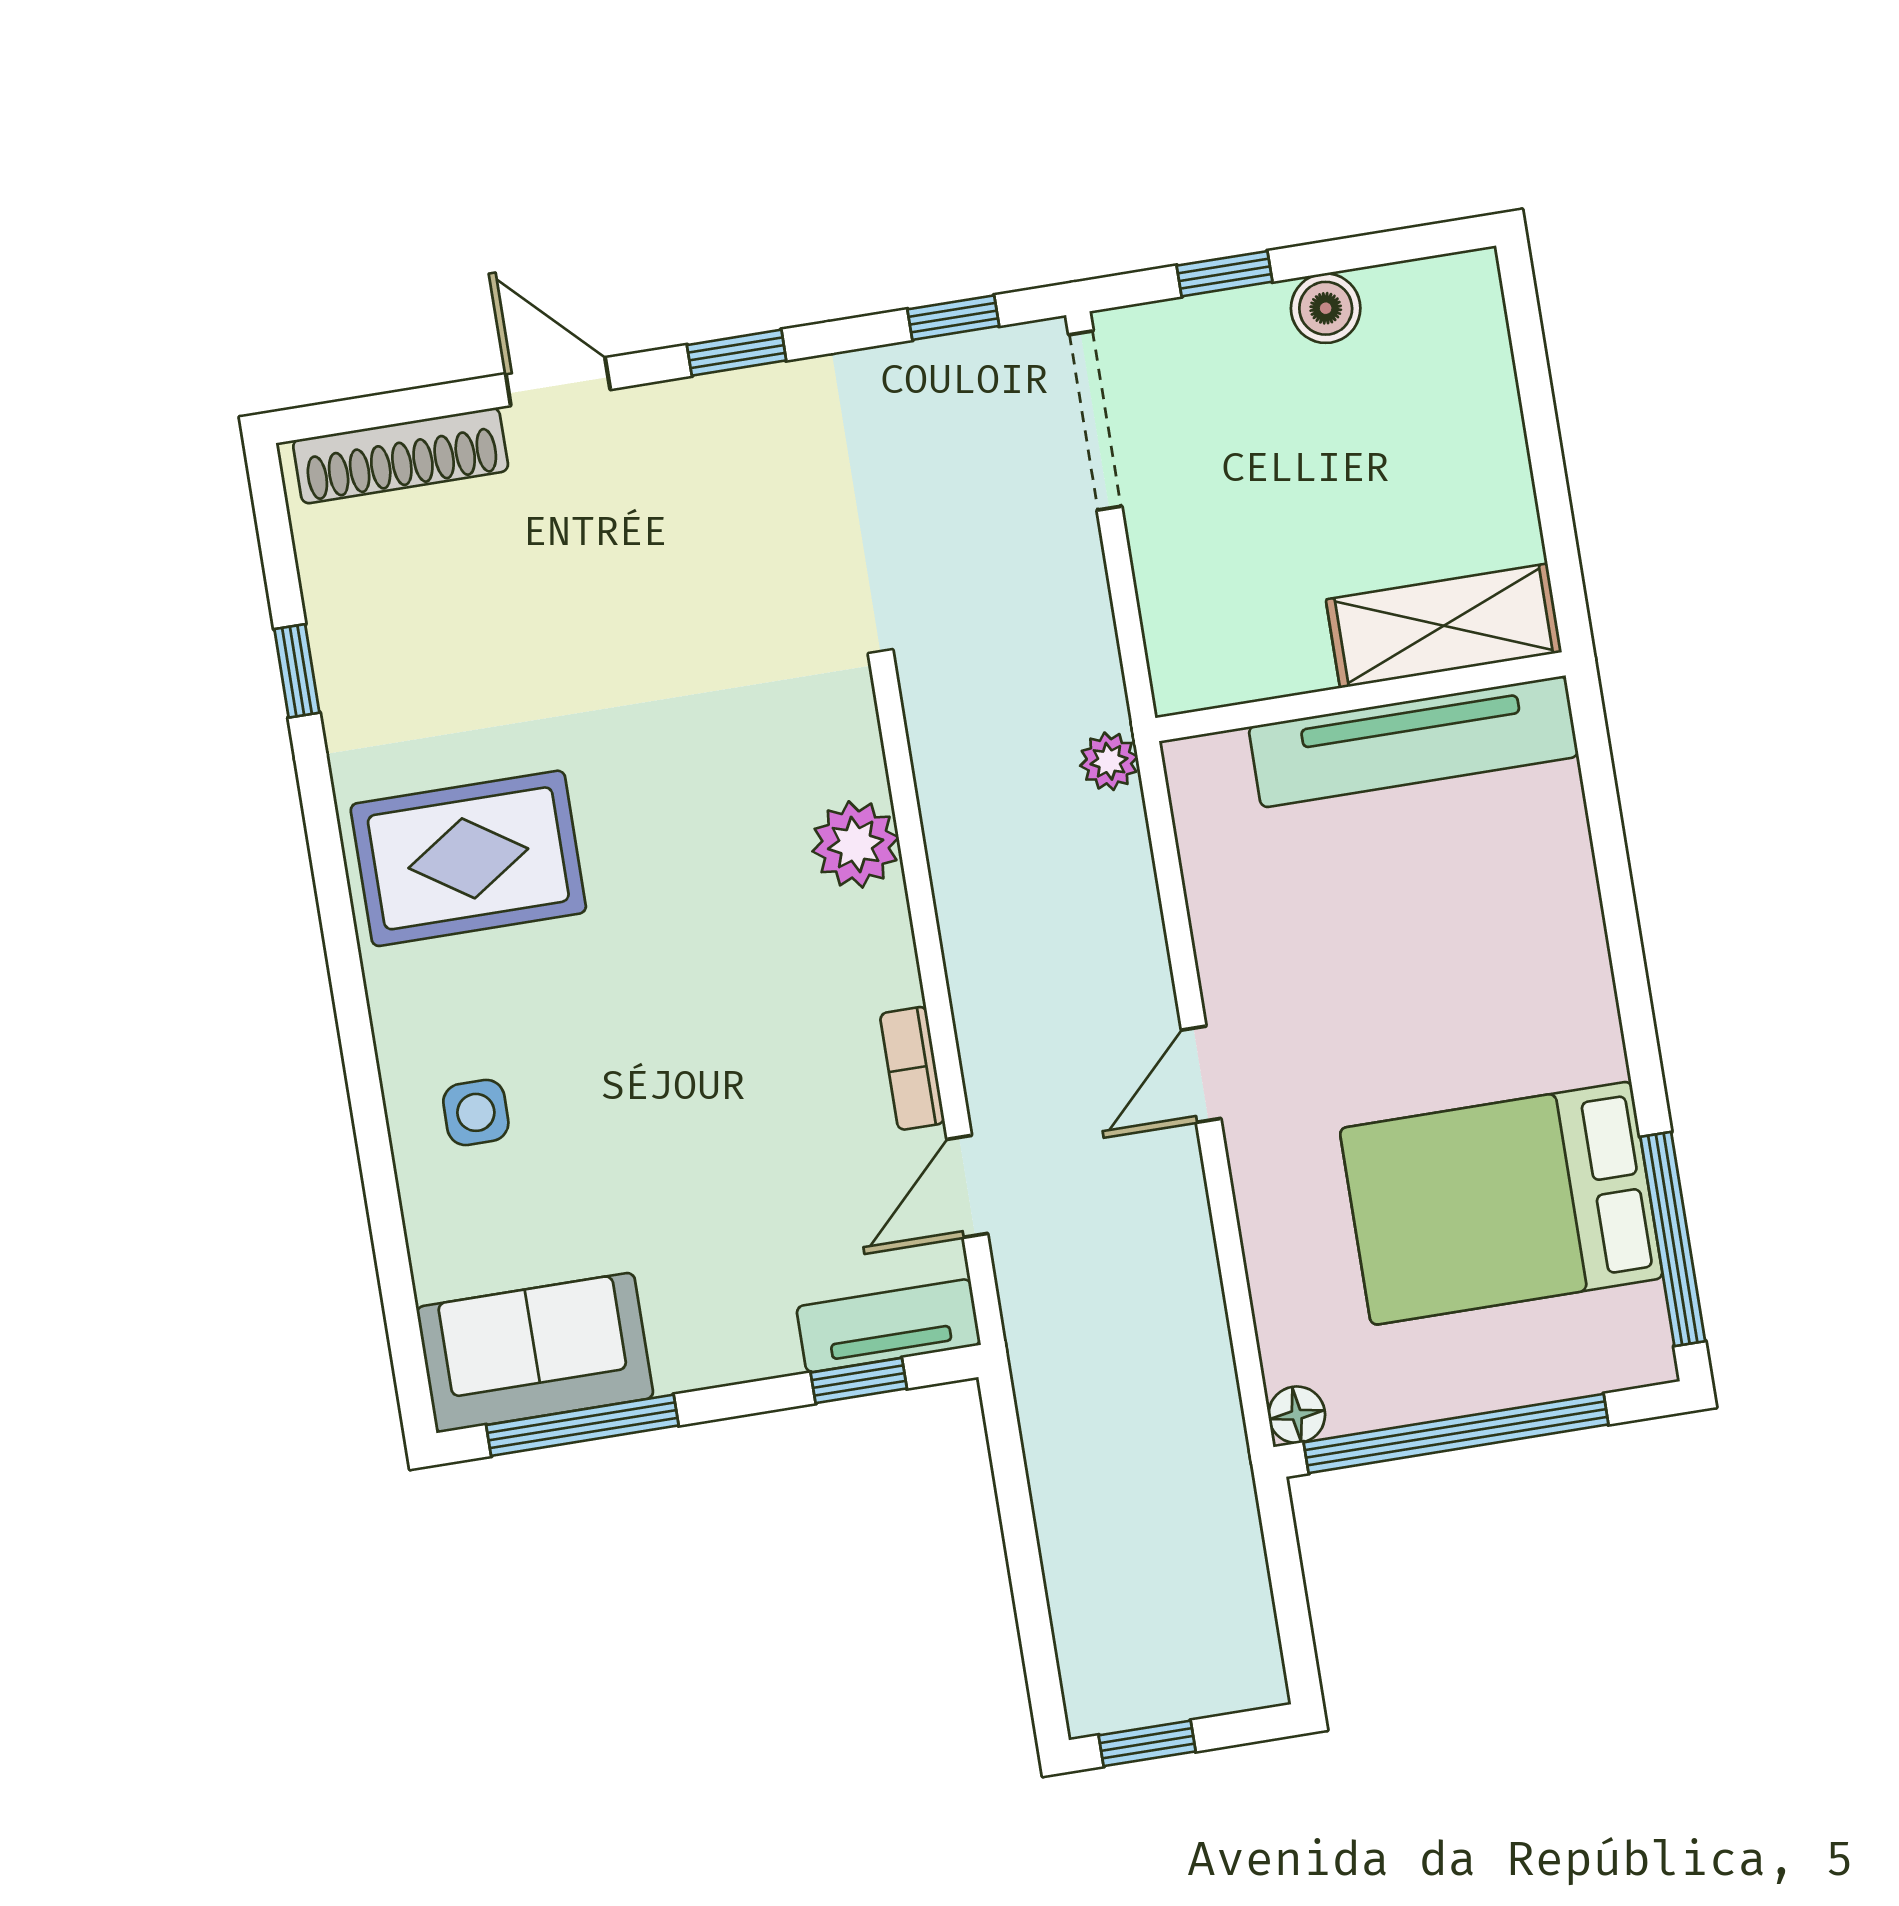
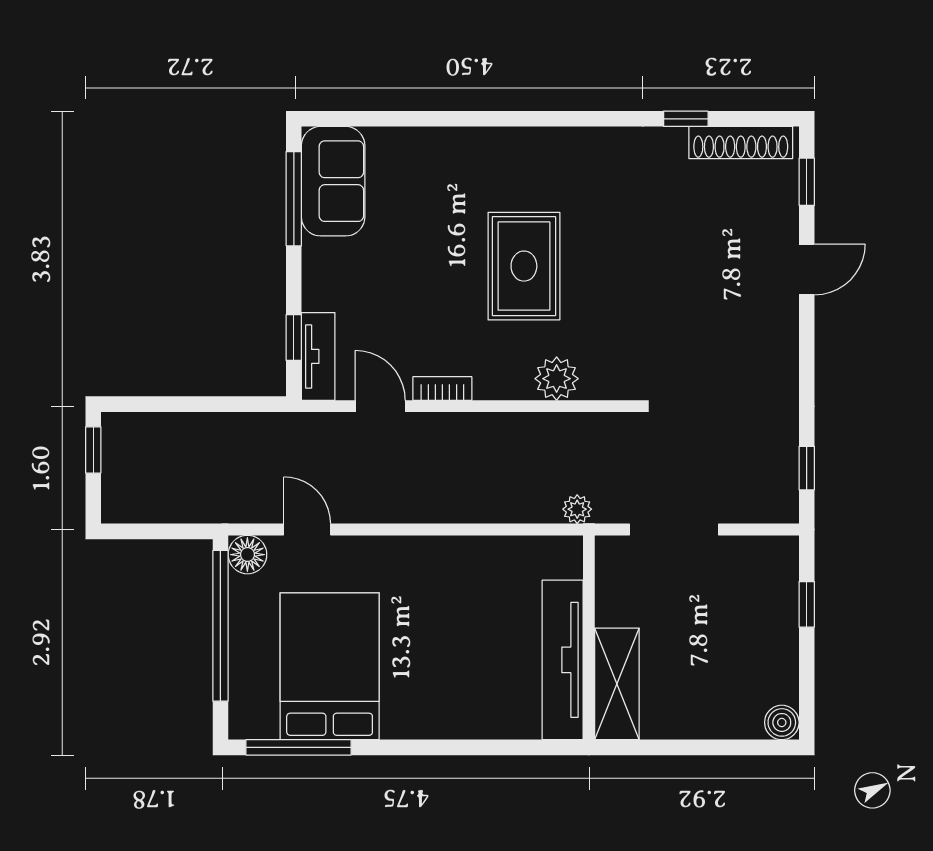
boiler: (1326, 308) -> (782, 722), moved
window: (737, 353) -> (807, 182), moved
doorway: (1095, 421) -> (674, 529), moved
shoe rack: (401, 456) -> (741, 142), moved, turned -90
rug: (468, 858) -> (524, 266), moved
door: (1201, 1074) -> (307, 529), moved
side table: (476, 1112) -> (455, 171), removed
floor lamp: (1297, 1415) -> (247, 555), width x1.37, depth x1.37

